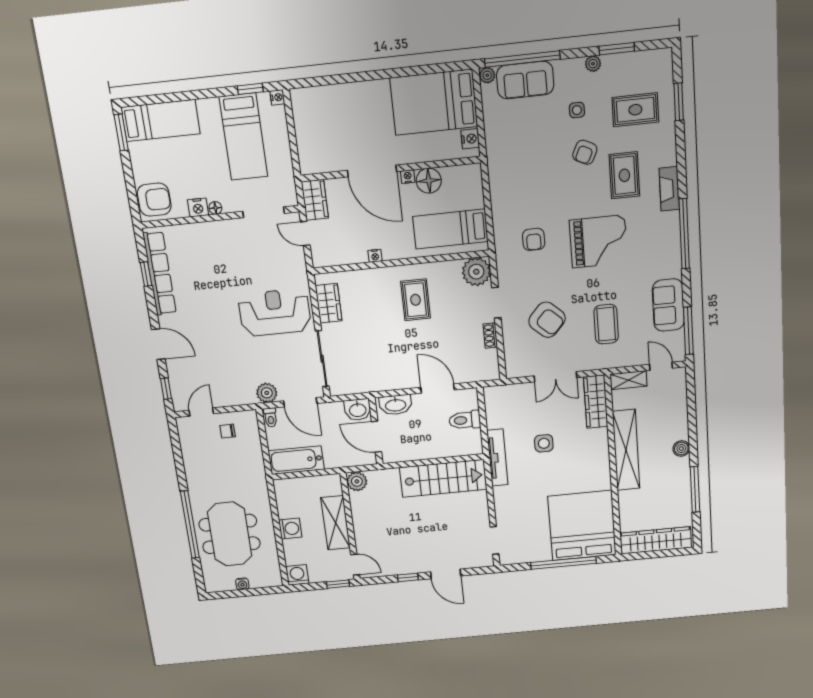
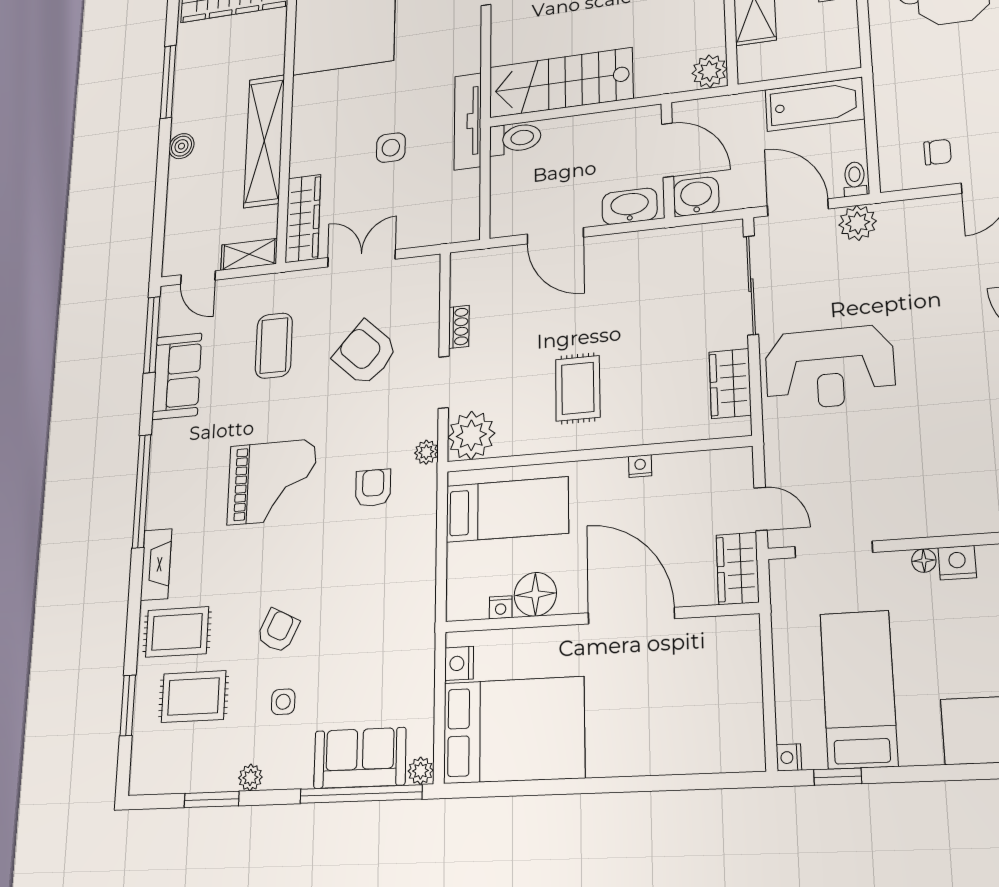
rug: (624, 175) -> (177, 632), moved, turned 90
nightstand: (408, 177) -> (501, 607), moved
grand piano: (599, 241) -> (272, 482), turned 180
plant: (503, 261) -> (426, 452), added
toilet: (465, 420) -> (515, 138), moved

